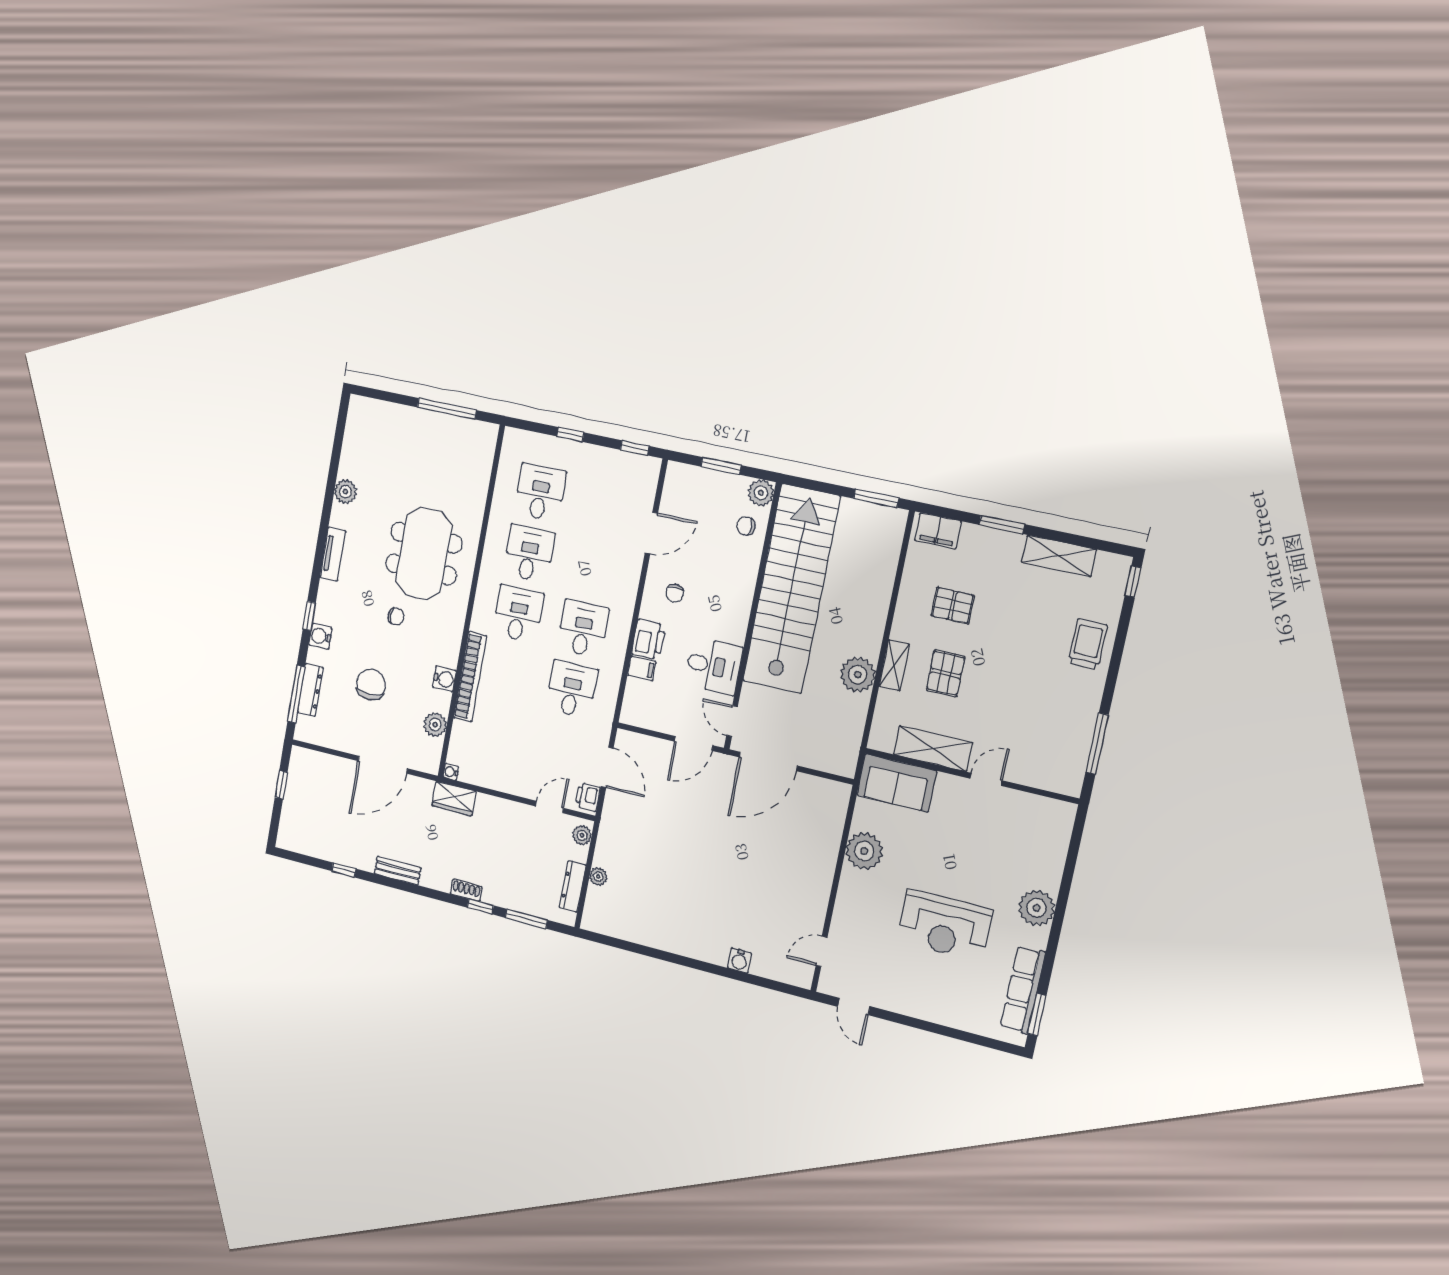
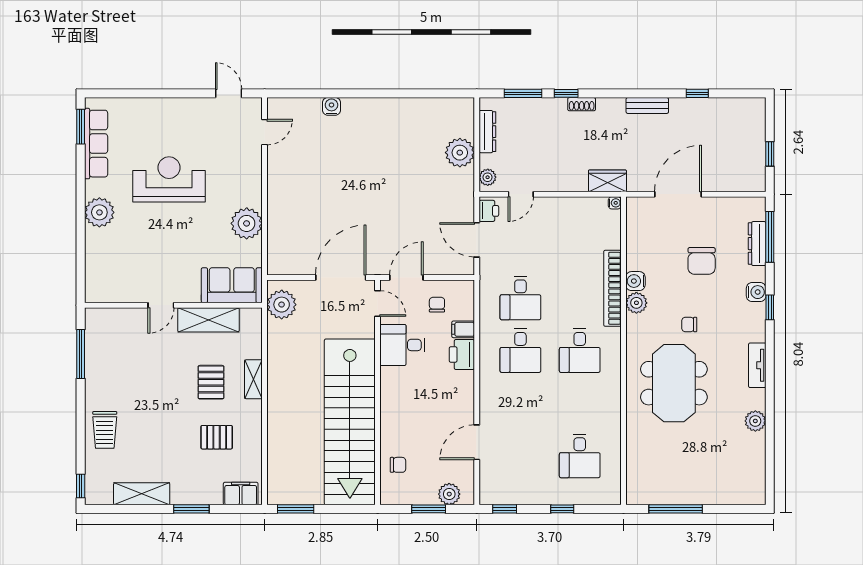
plant: (761, 493) -> (449, 494), moved
desk: (529, 553) -> (580, 403), removed
chair: (675, 593) -> (437, 305), moved
plant: (858, 675) -> (282, 305), moved
plant: (435, 725) -> (636, 303), moved
plant: (598, 877) -> (460, 153), width x1.88, depth x1.88

